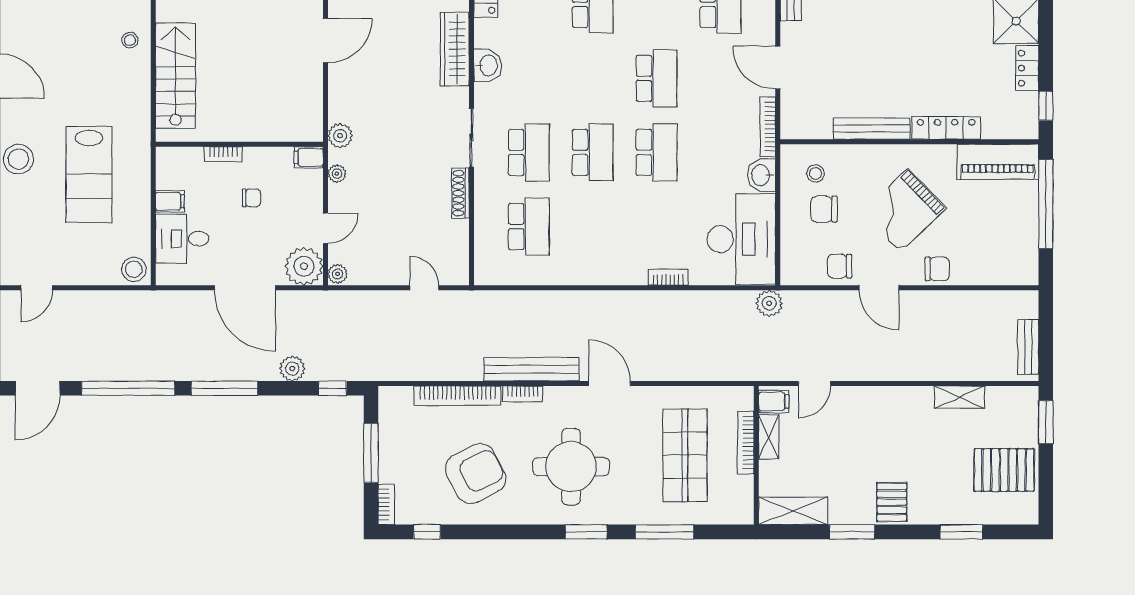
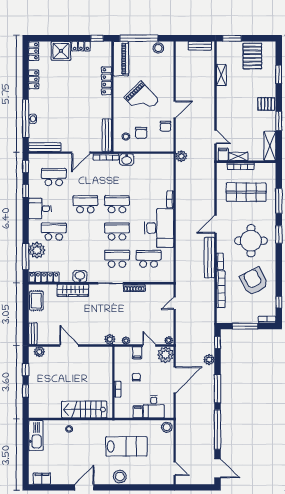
bench: (872, 129) -> (107, 135), moved
filing cabinet: (309, 157) -> (137, 353), moved
desk: (741, 239) -> (159, 228), moved, turned 90
stool: (1023, 250) -> (158, 48), added
chair: (937, 269) -> (167, 85), removed

